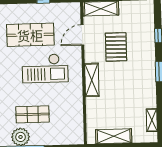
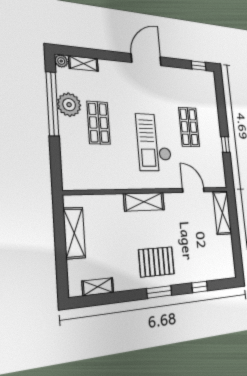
shop shelf: (30, 35) -> (189, 127), width x0.70, depth x0.74
pallet: (116, 47) -> (156, 262), moved

